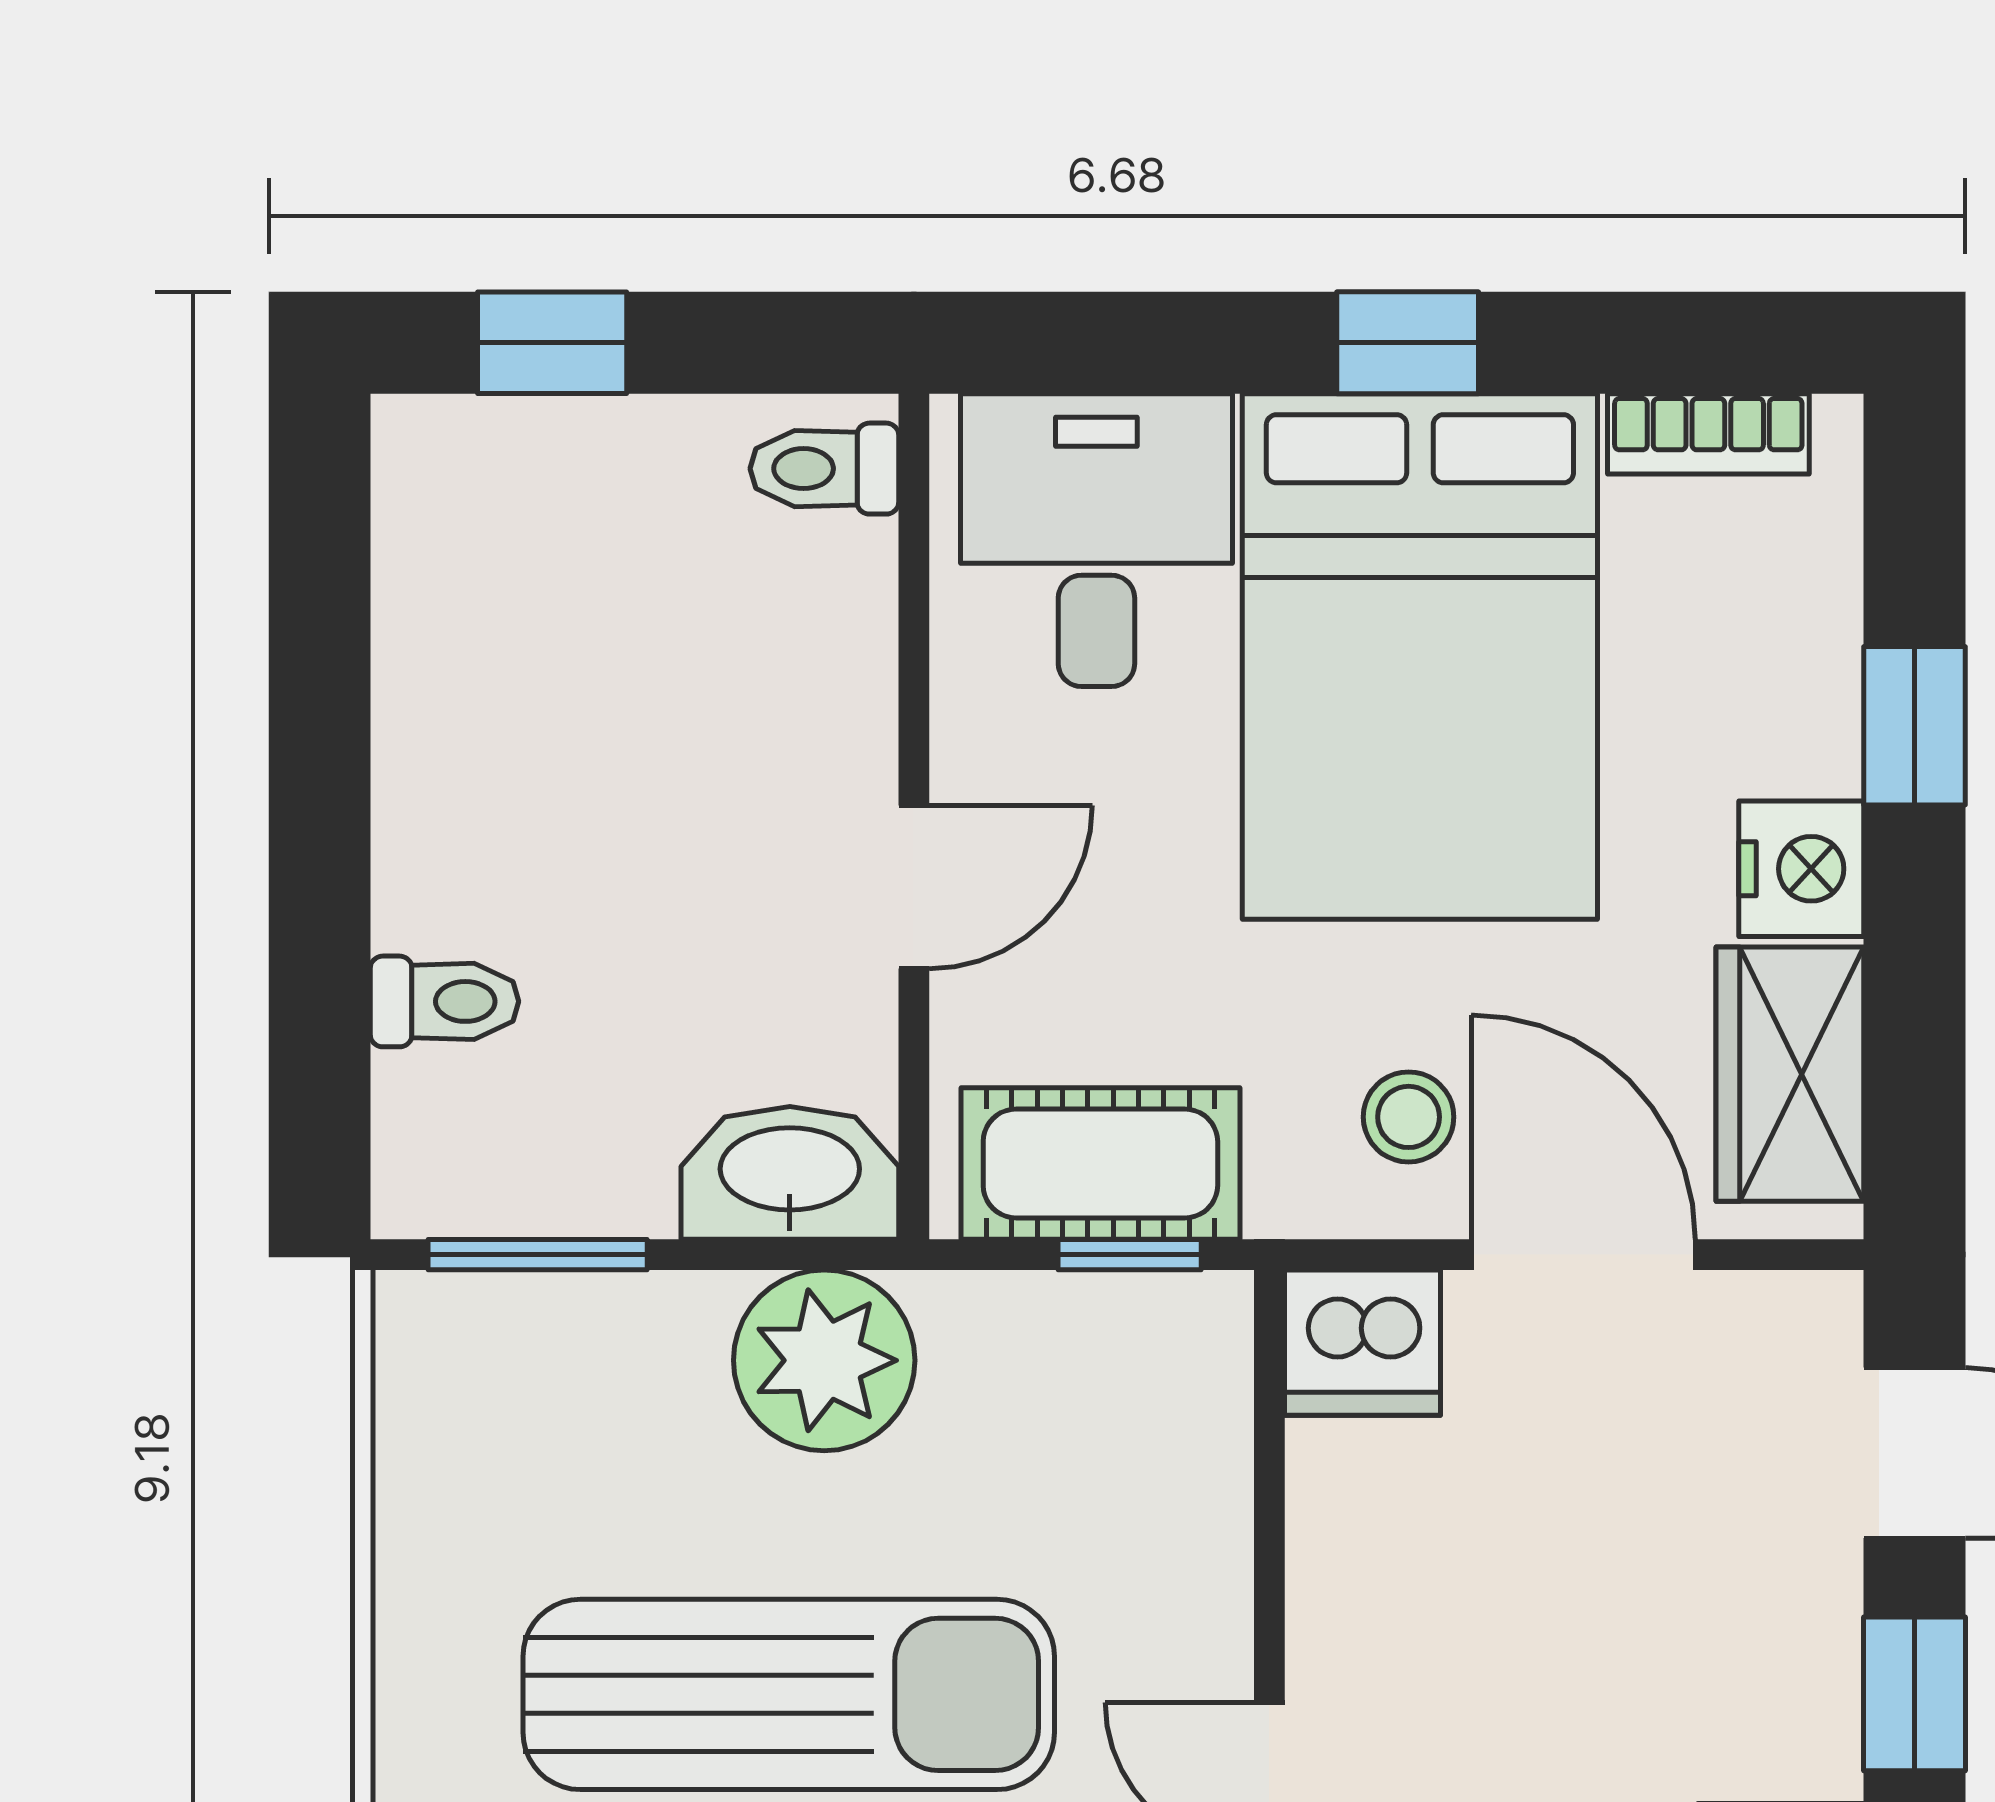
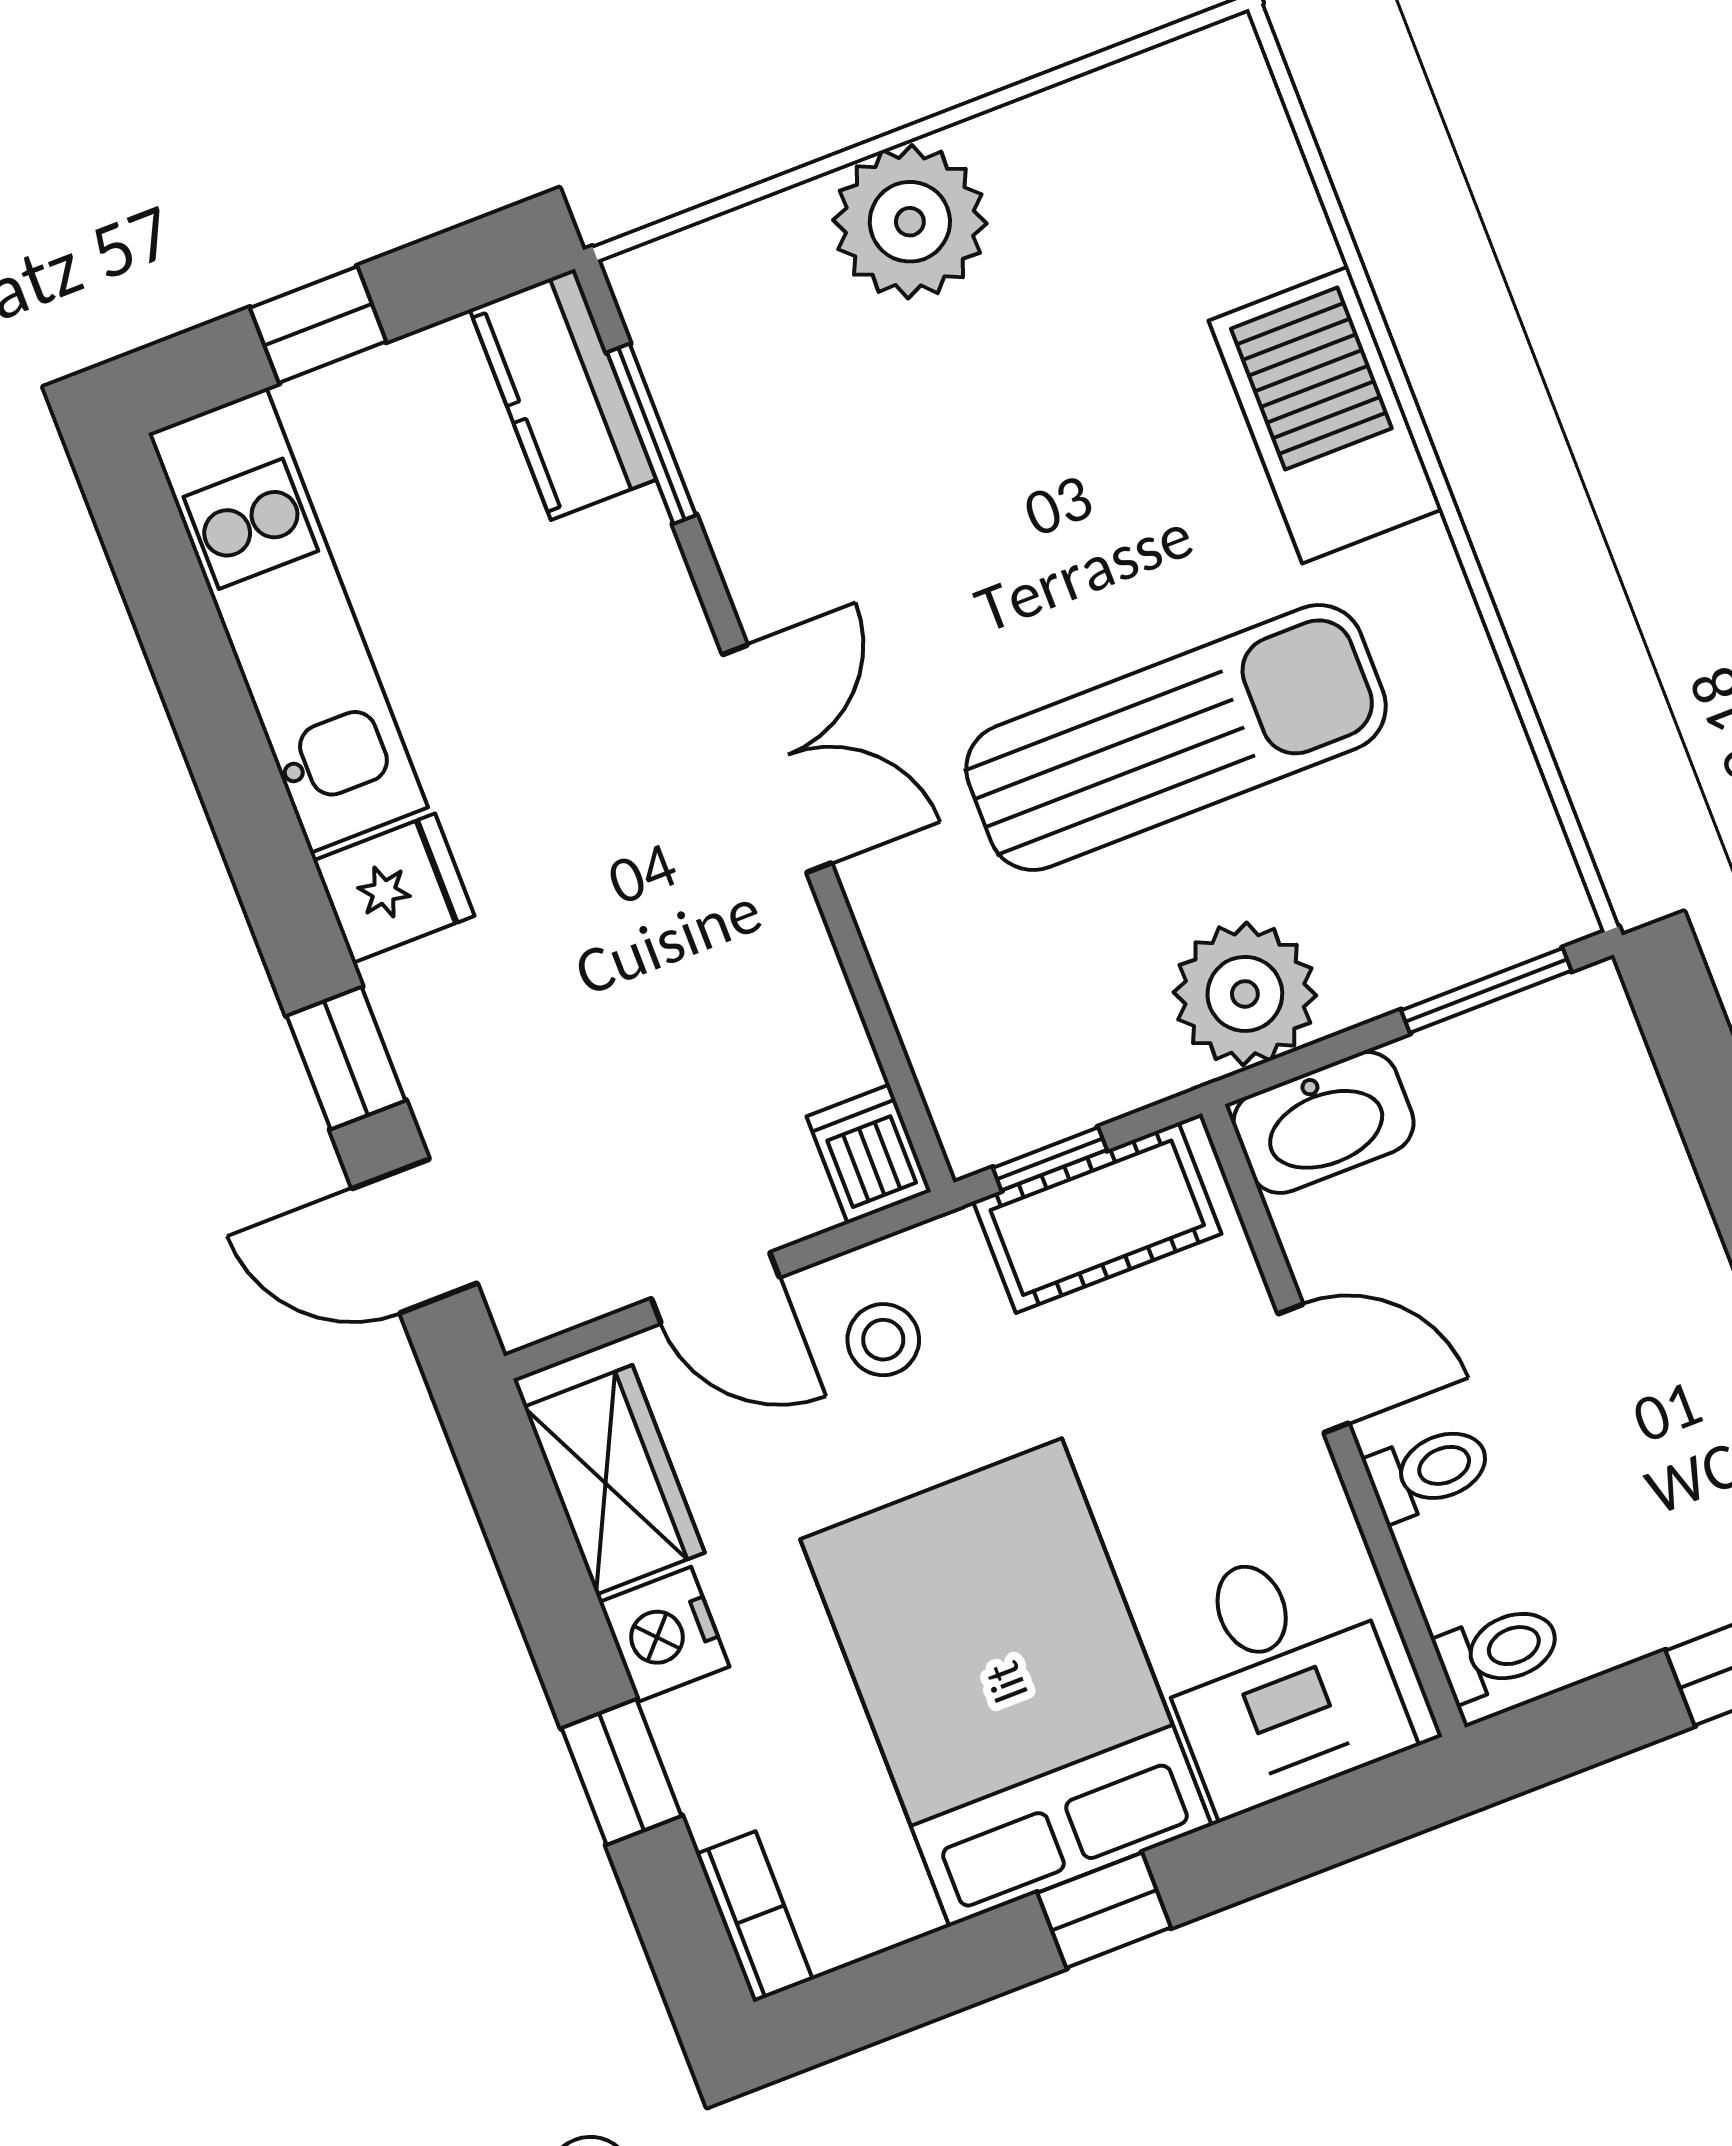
bookcase: (1708, 434) -> (755, 1917), moved, turned 90
door: (914, 887) -> (1313, 1368), swing flipped
toilet: (445, 1001) -> (1429, 1471), moved, turned 180
door: (1583, 1255) -> (715, 1288), width x0.73
dishwasher: (1363, 1343) -> (869, 1154), width x0.73
sun lounger: (789, 1694) -> (1176, 738), turned 180

